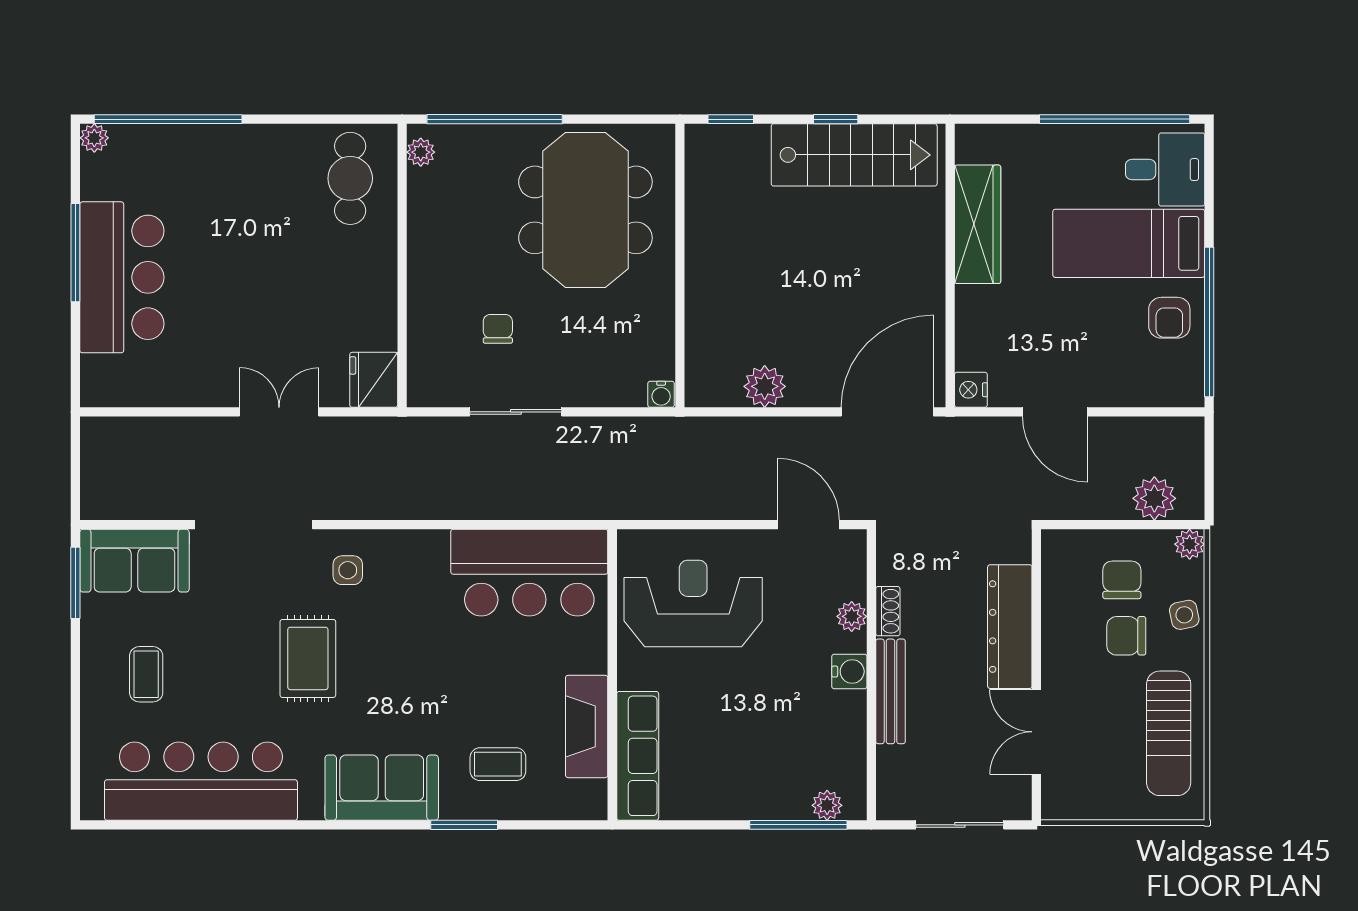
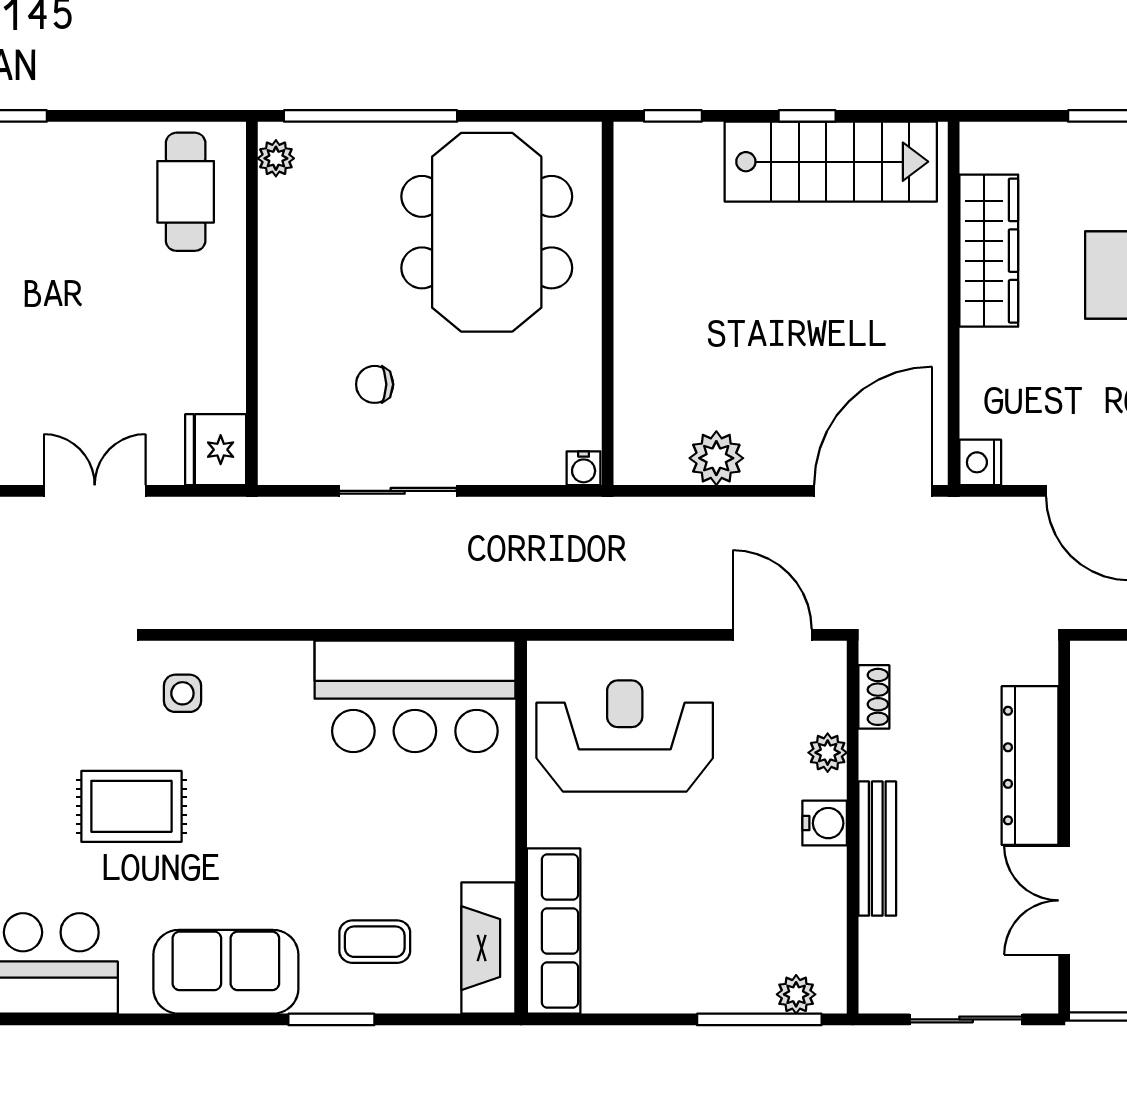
chair: (498, 329) -> (375, 384), turned -90
shoe rack: (888, 611) -> (874, 697), moved
rug: (308, 658) -> (131, 806), turned 90
fireplace: (587, 726) -> (488, 948), moved

